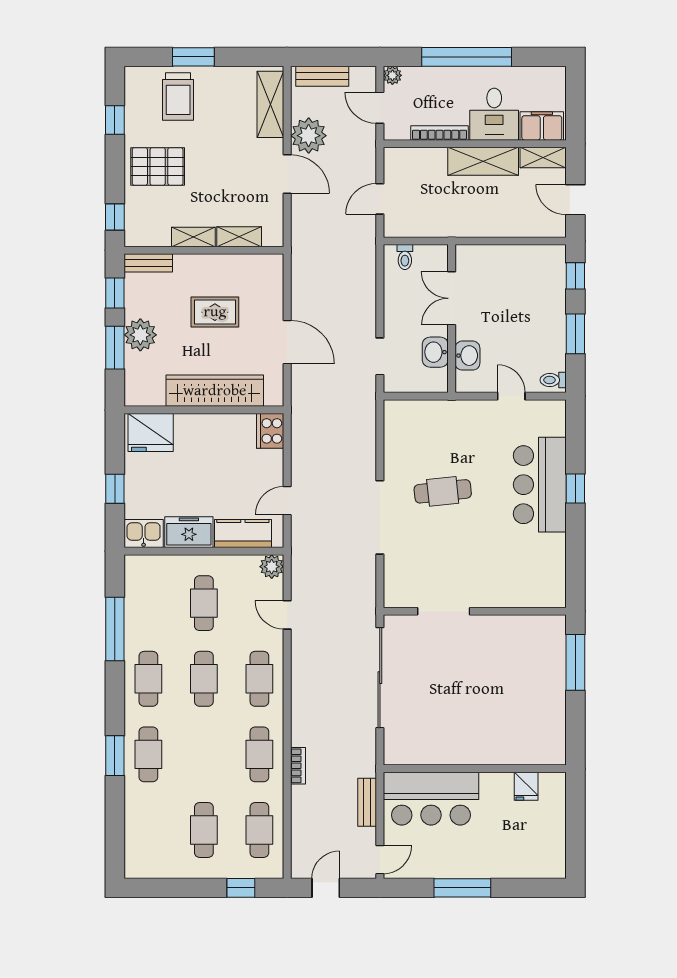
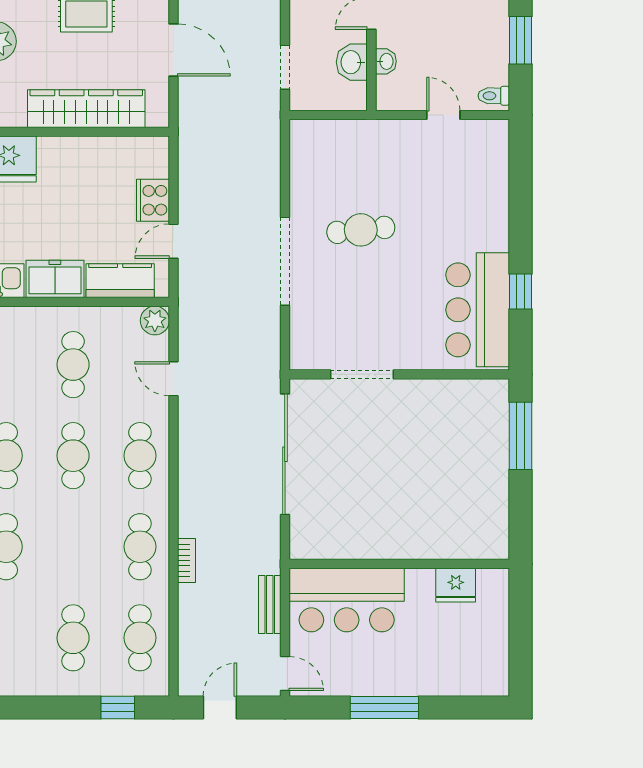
washbasin: (467, 356) -> (386, 61), width x0.72, depth x0.69
cooker: (270, 431) -> (153, 200), moved
bar counter: (540, 485) -> (478, 310), moved
window: (575, 488) -> (521, 291), moved
fridge: (526, 786) -> (456, 585), width x1.38
door: (380, 860) -> (285, 673), hinge flipped

